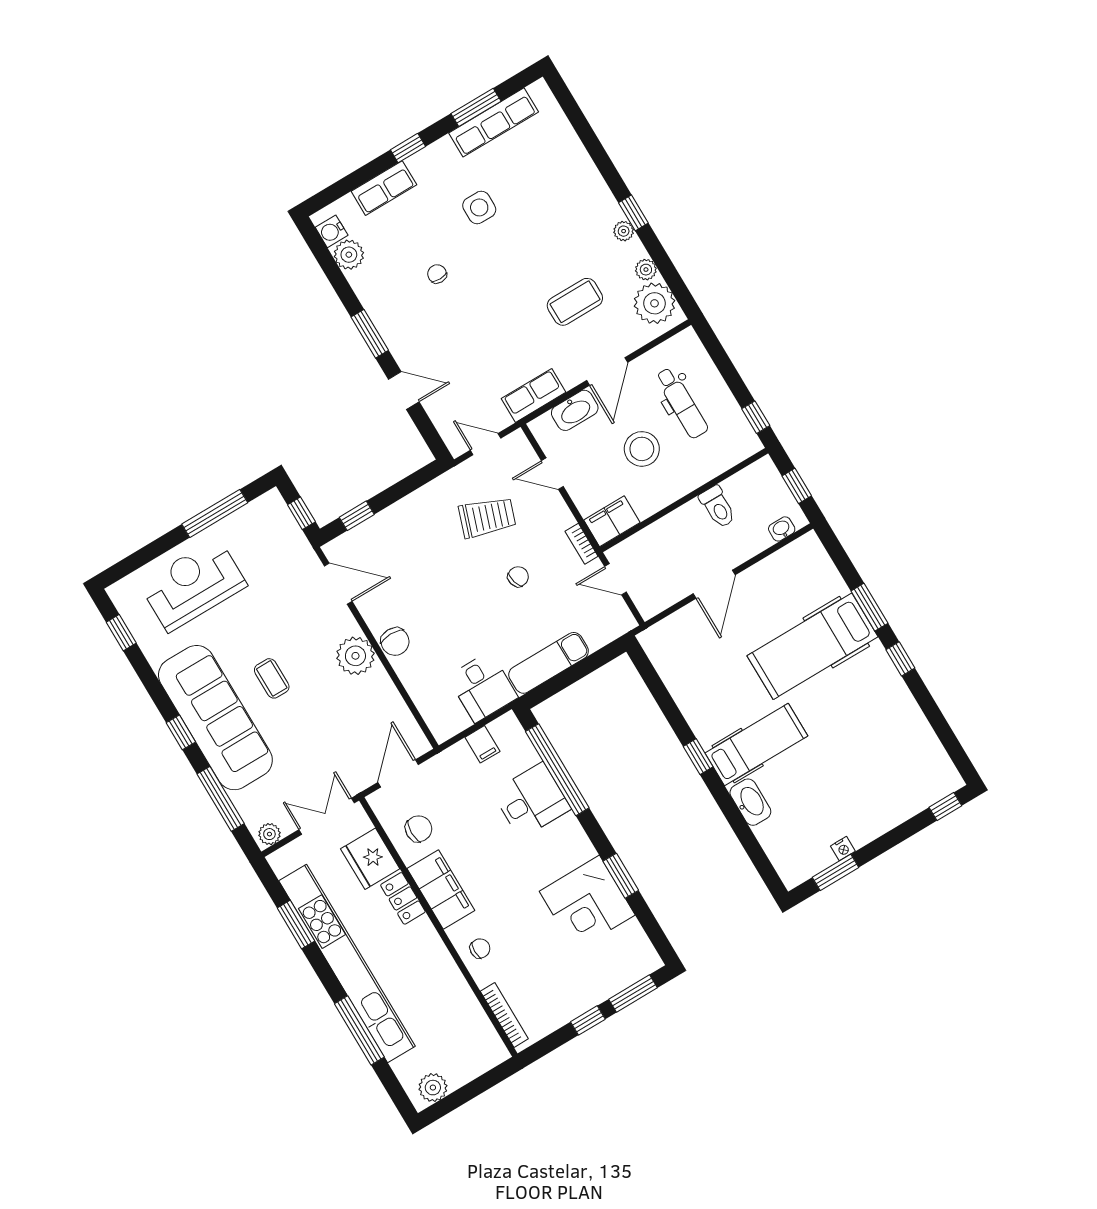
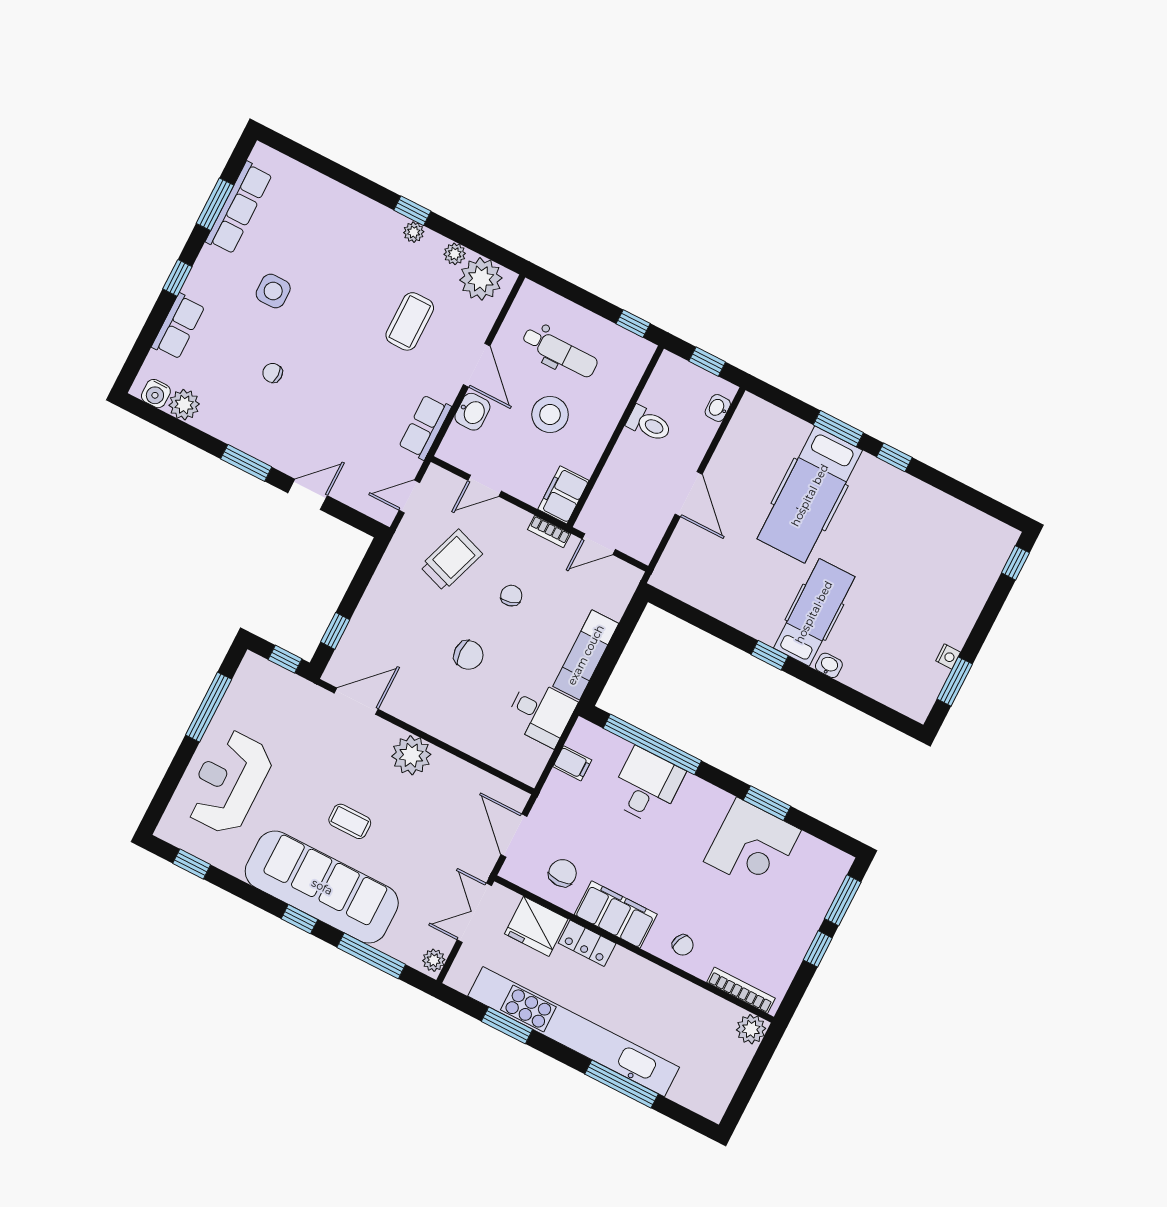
washbasin: (575, 410) -> (472, 412), width x0.72
chair: (395, 642) -> (468, 655), moved
washbasin: (750, 802) -> (829, 665), width x0.52, depth x0.69
chair: (480, 948) -> (683, 945), turned 113
plant: (433, 1088) -> (751, 1029), moved

